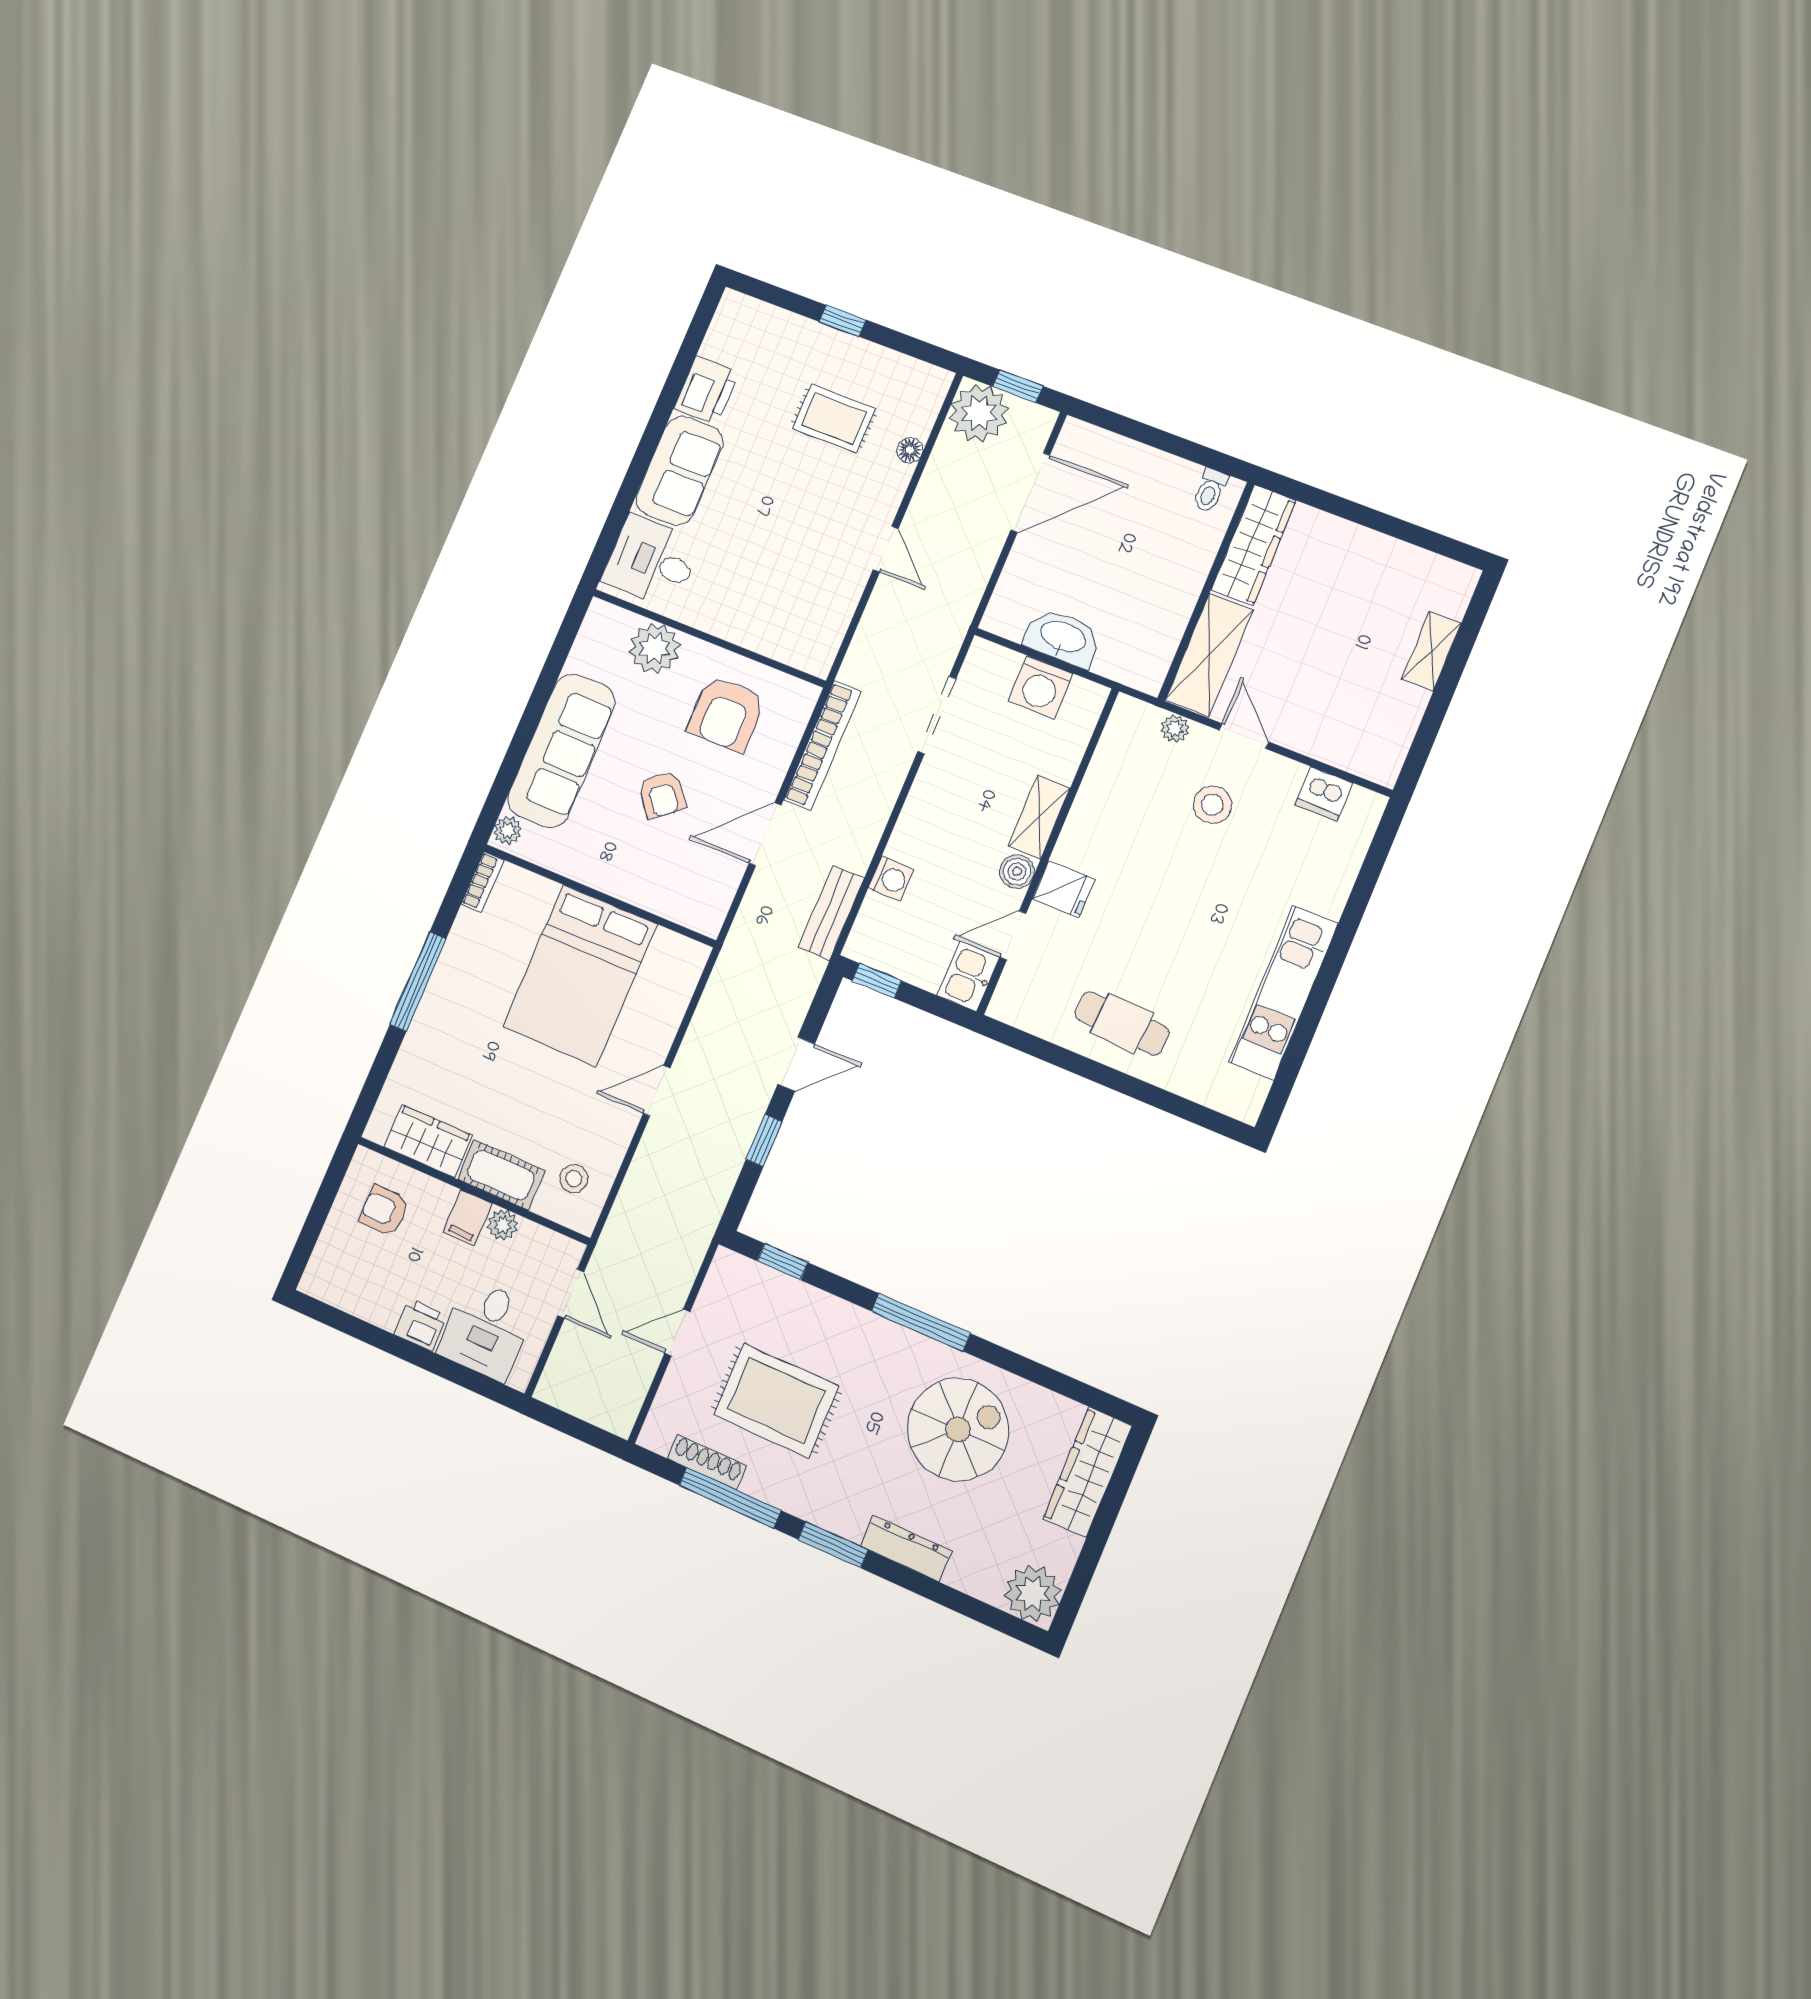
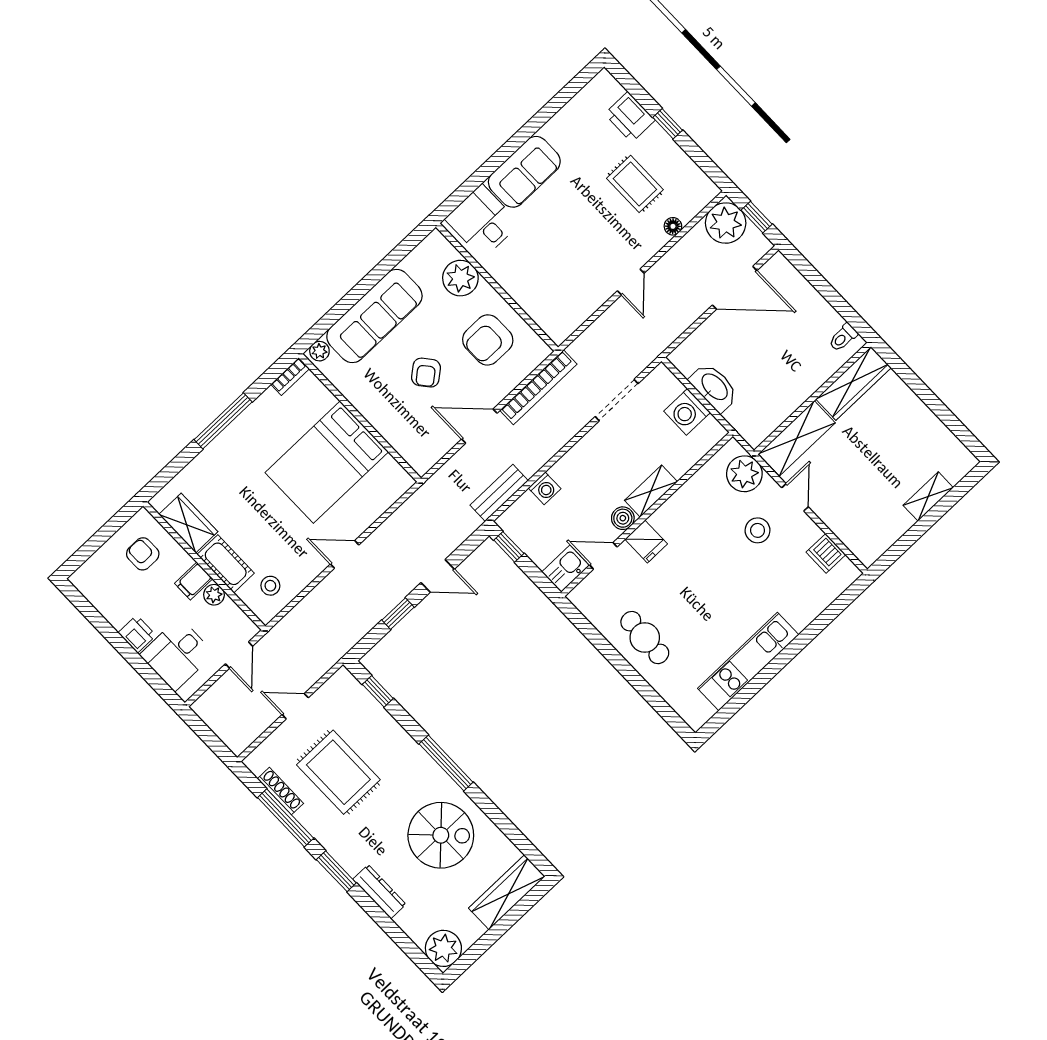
printer: (707, 390) -> (630, 117), moved, turned 90
plant: (1175, 729) -> (744, 474), width x1.88, depth x1.88

